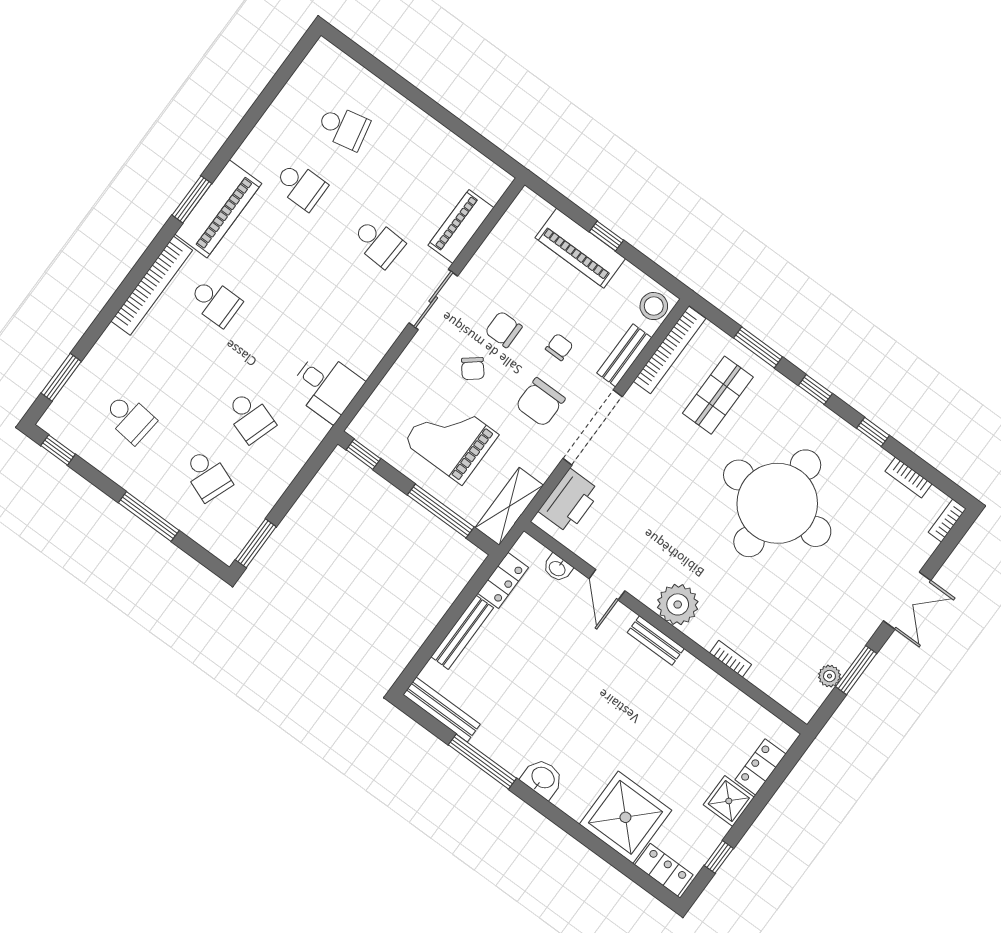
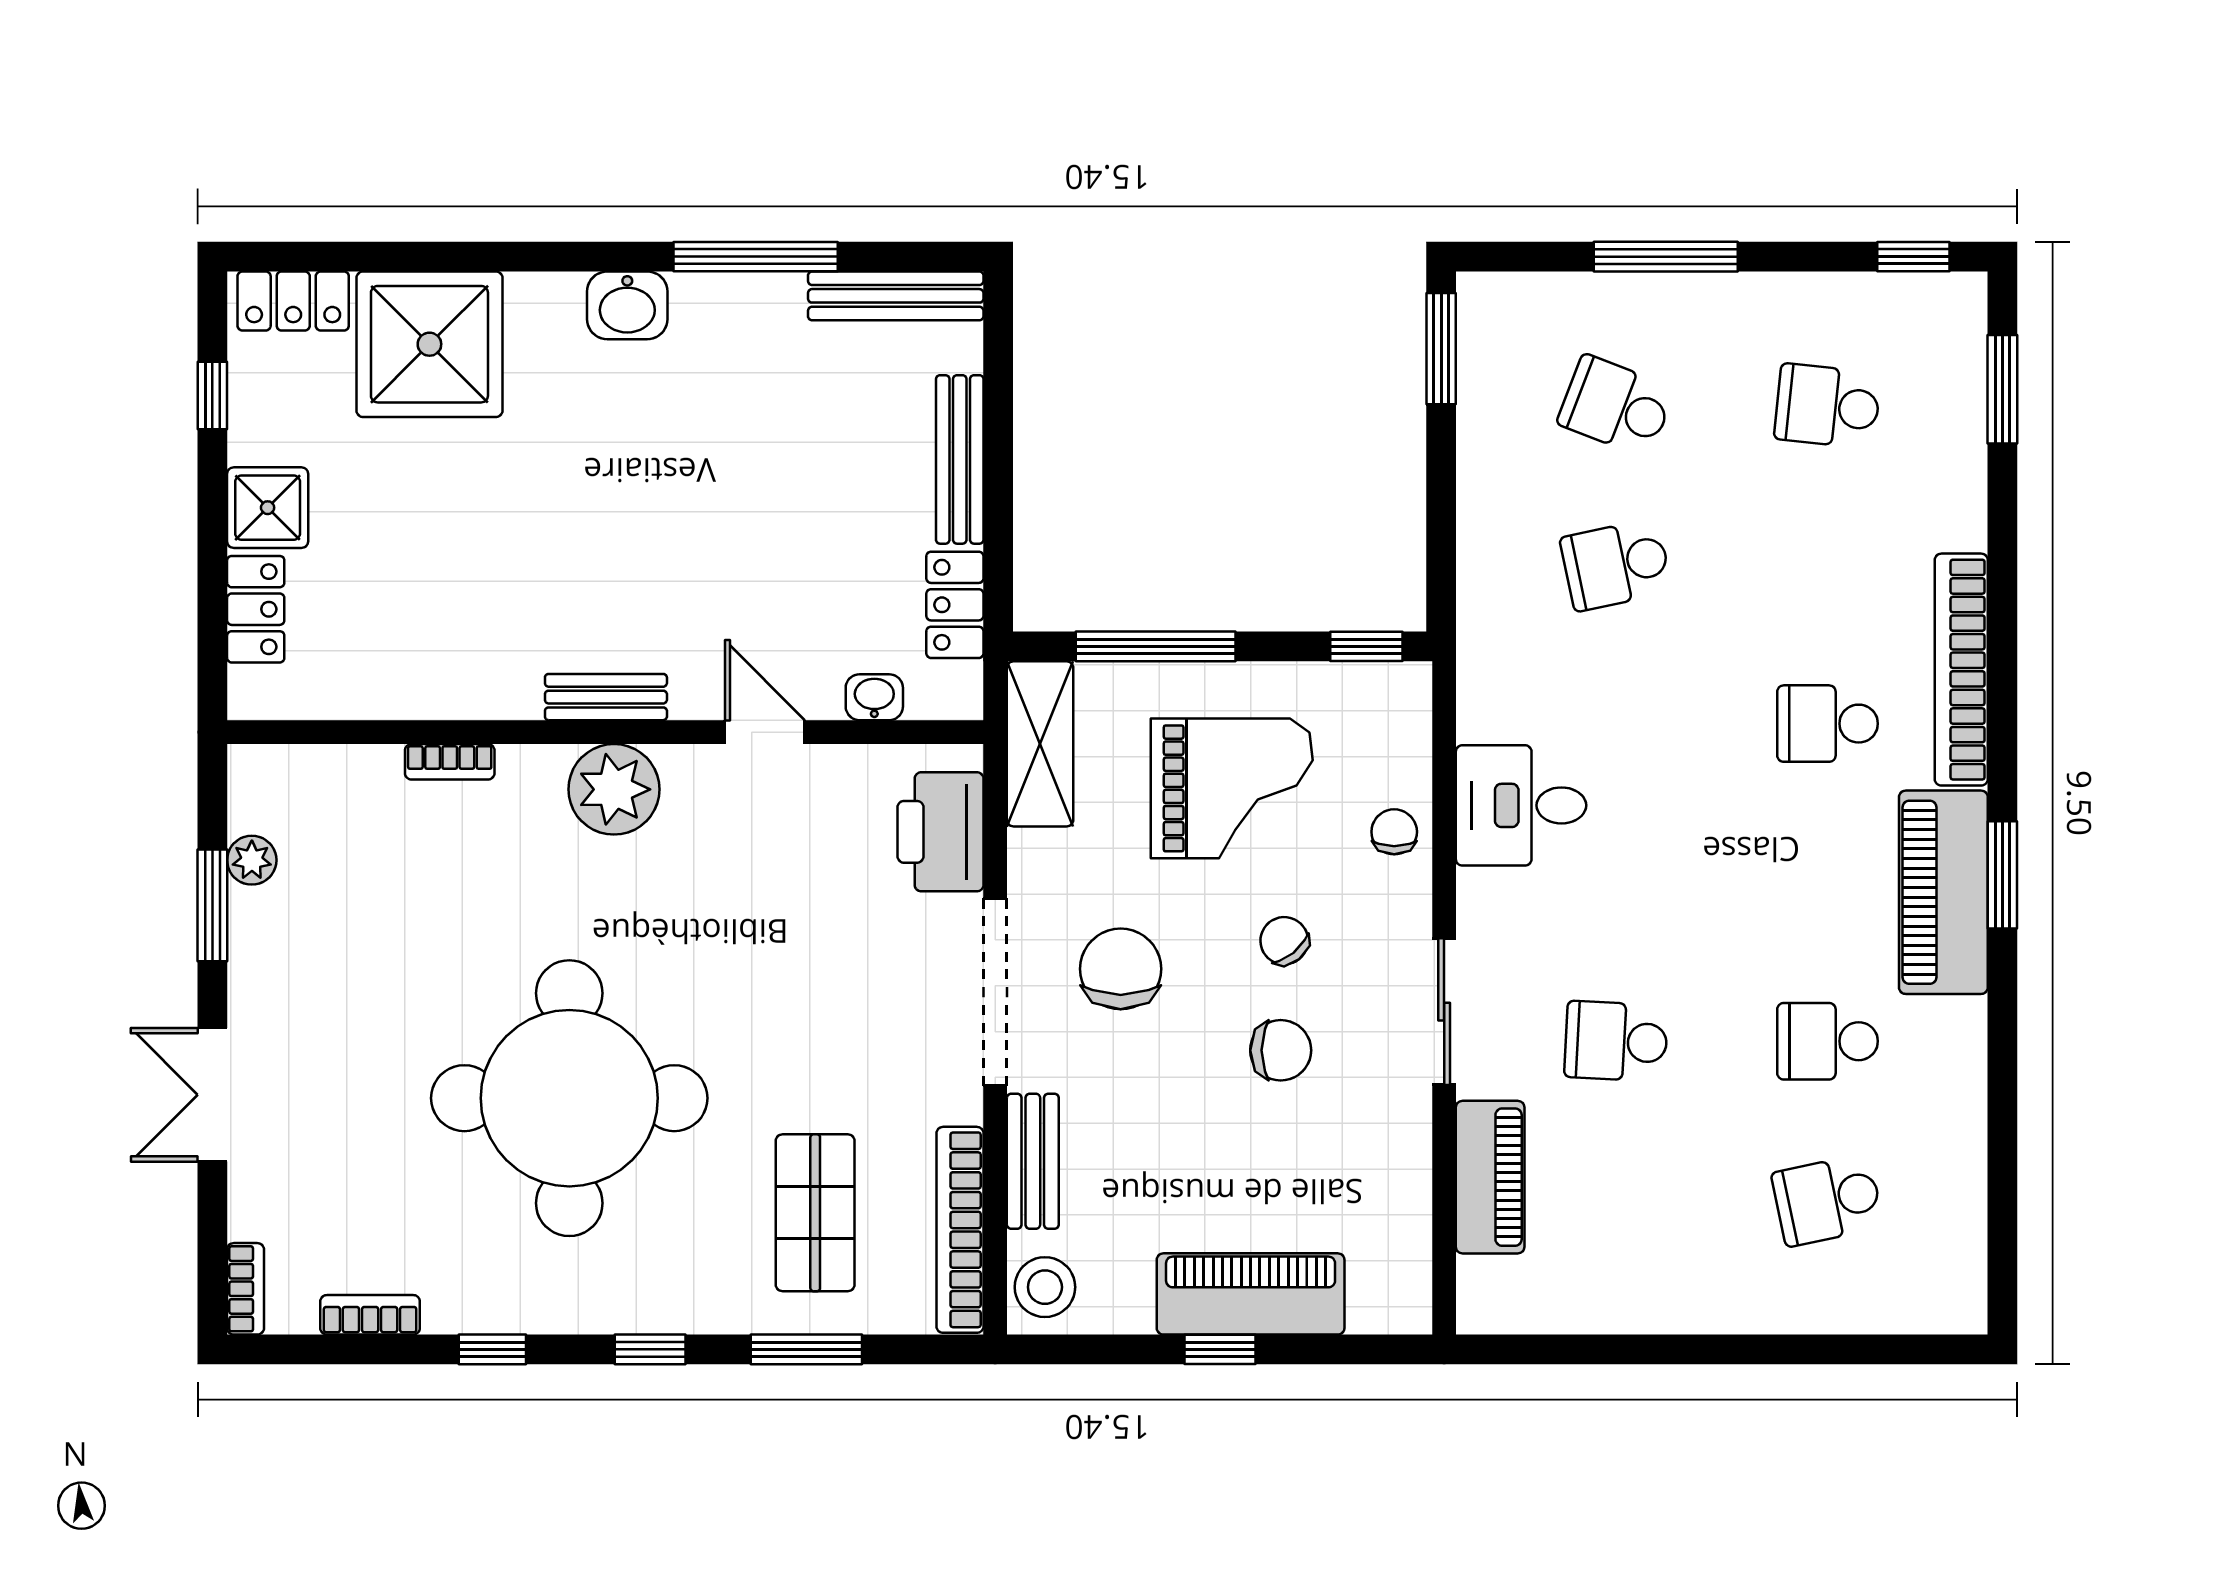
chair: (559, 347) -> (1394, 832), moved, turned 180
desk: (326, 386) -> (1521, 805), moved
school desk: (250, 417) -> (1616, 565), turned -30

